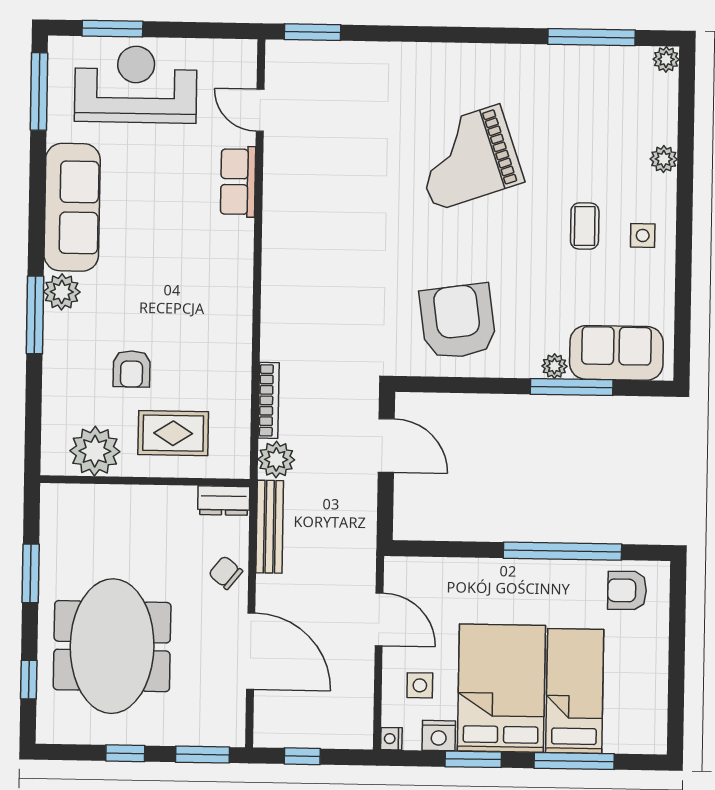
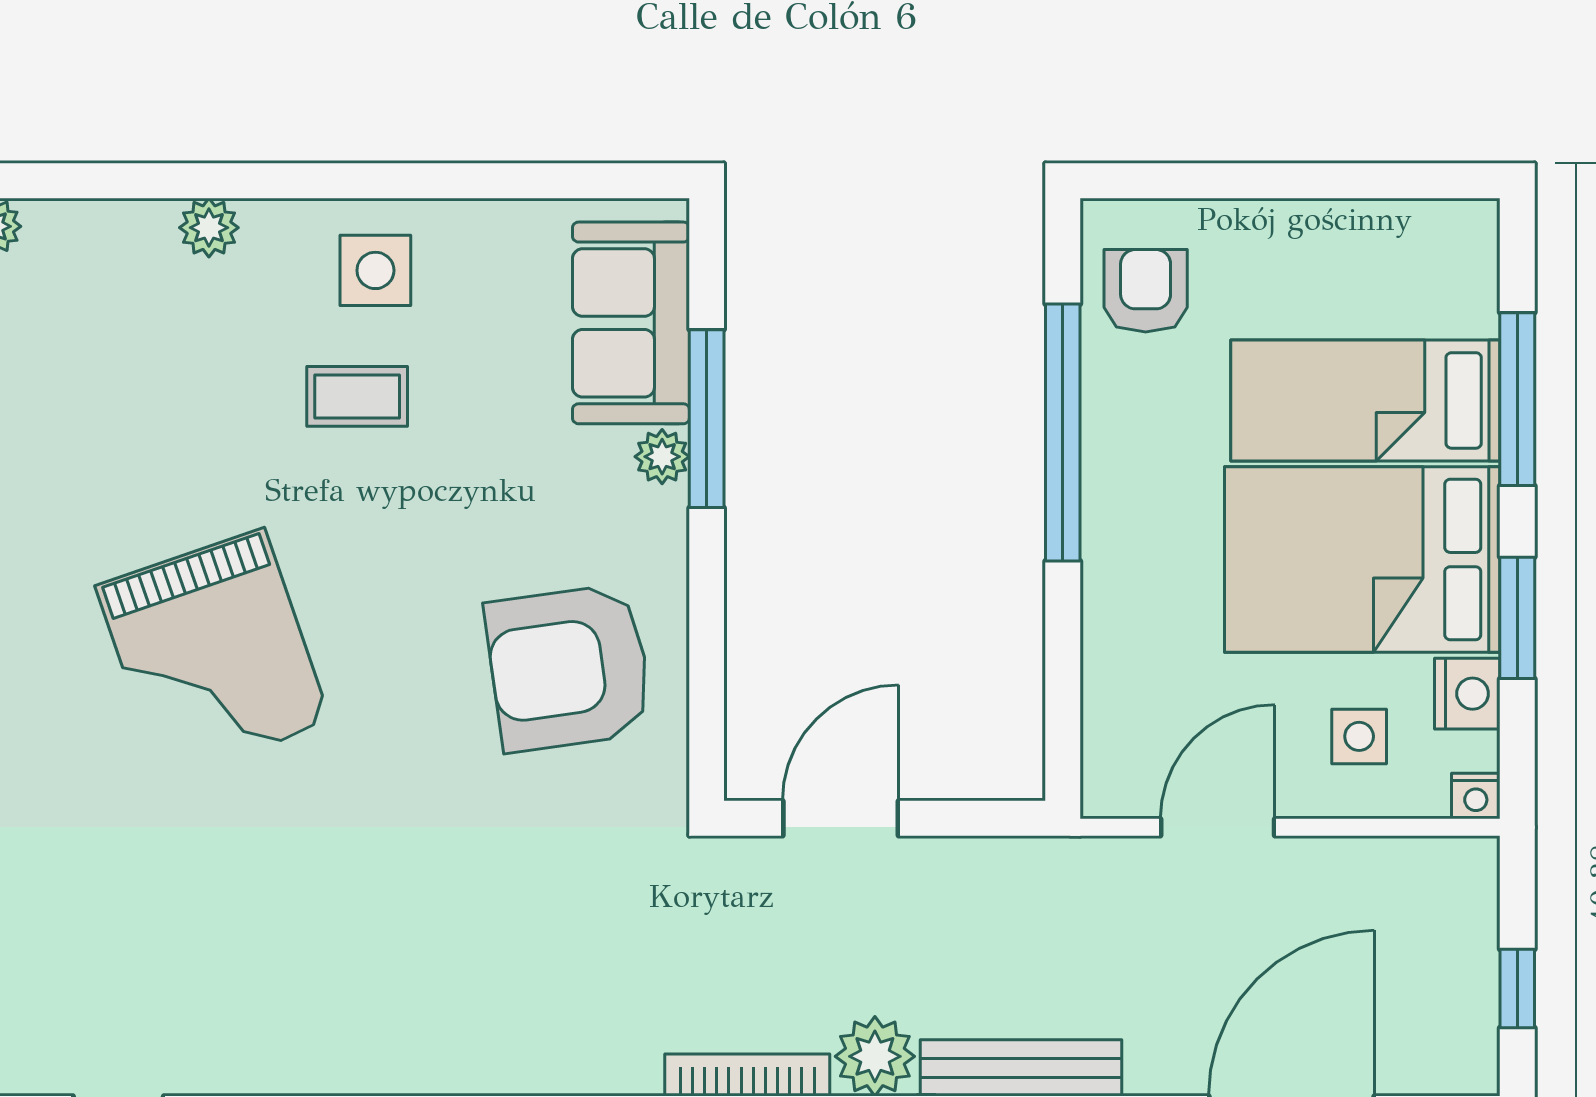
side table: (643, 235) -> (375, 270), width x1.37, depth x1.37
armchair: (627, 590) -> (1146, 291), turned 180

